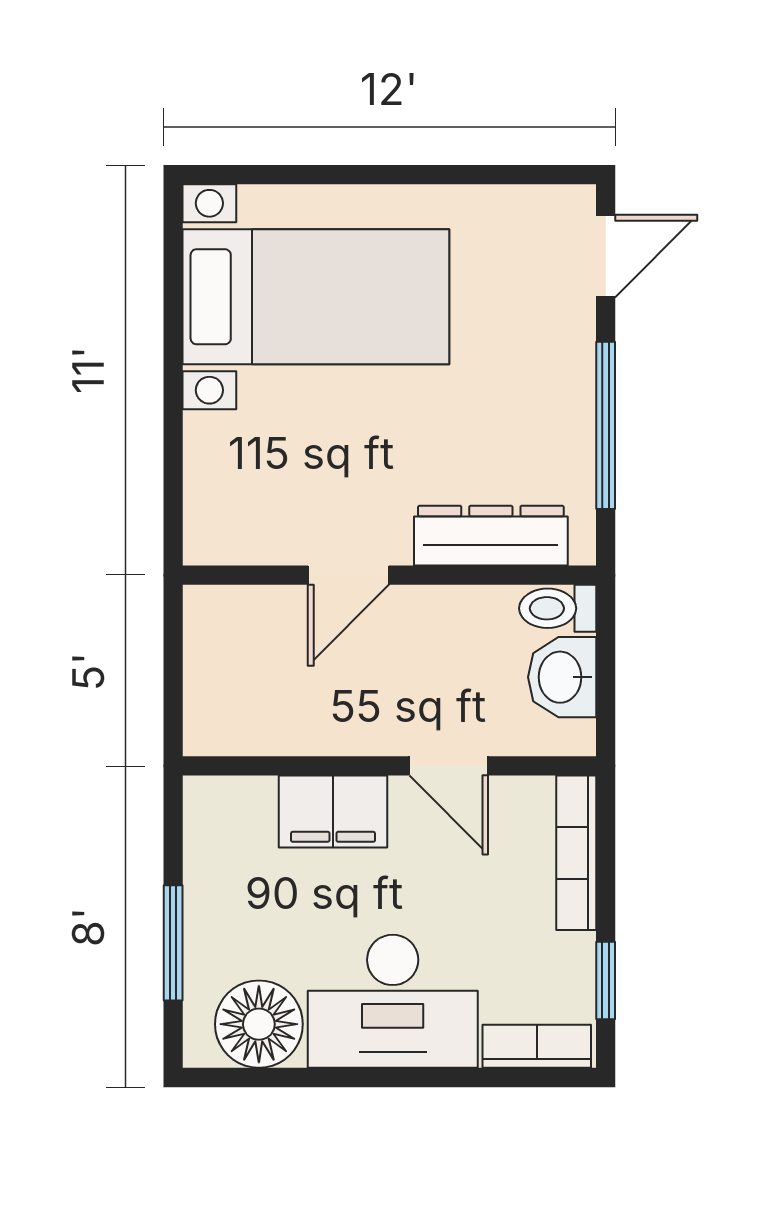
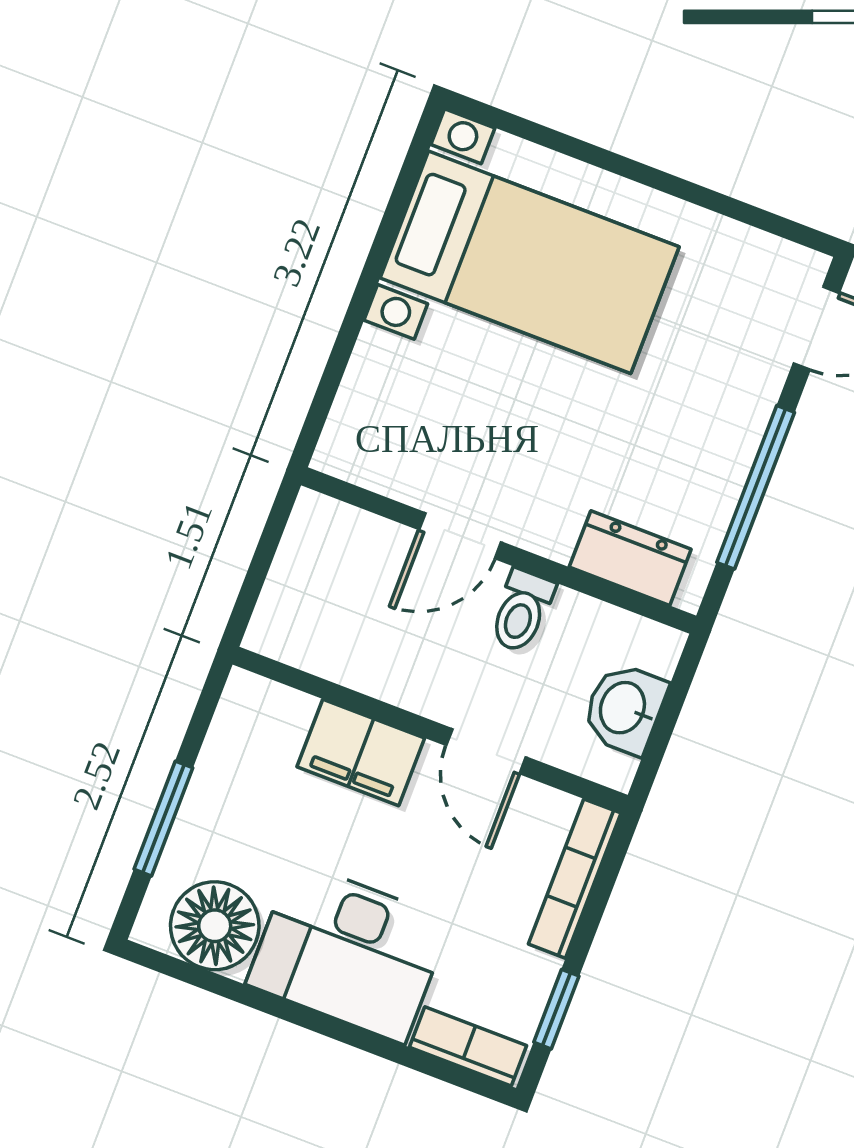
dresser: (491, 536) -> (630, 558), width x0.70
toilet: (558, 608) -> (522, 611), moved, turned -90

